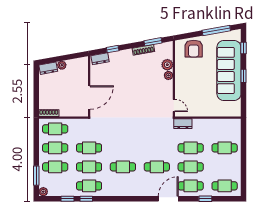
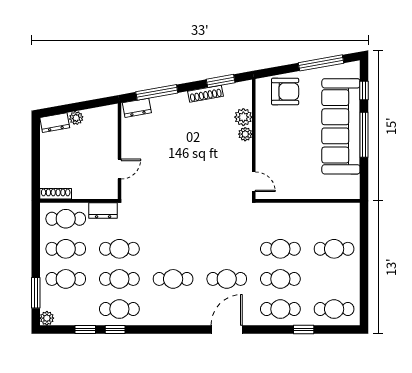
window: (113, 49) -> (157, 92), width x2.17
armchair: (194, 49) -> (285, 91), turned -90
window: (244, 76) -> (364, 135), width x2.17
door: (89, 98) -> (119, 169), width x0.53
dresser: (183, 124) -> (103, 210), moved
door: (168, 199) -> (227, 329), moved

